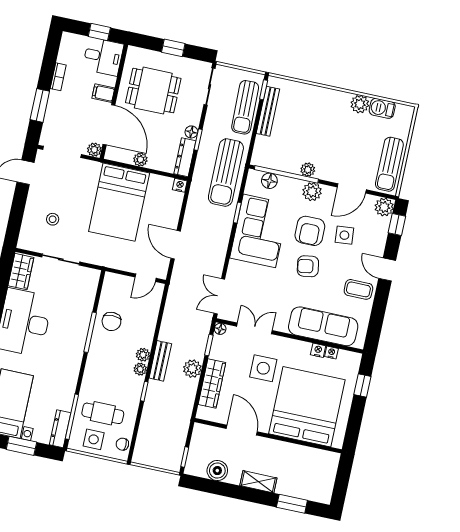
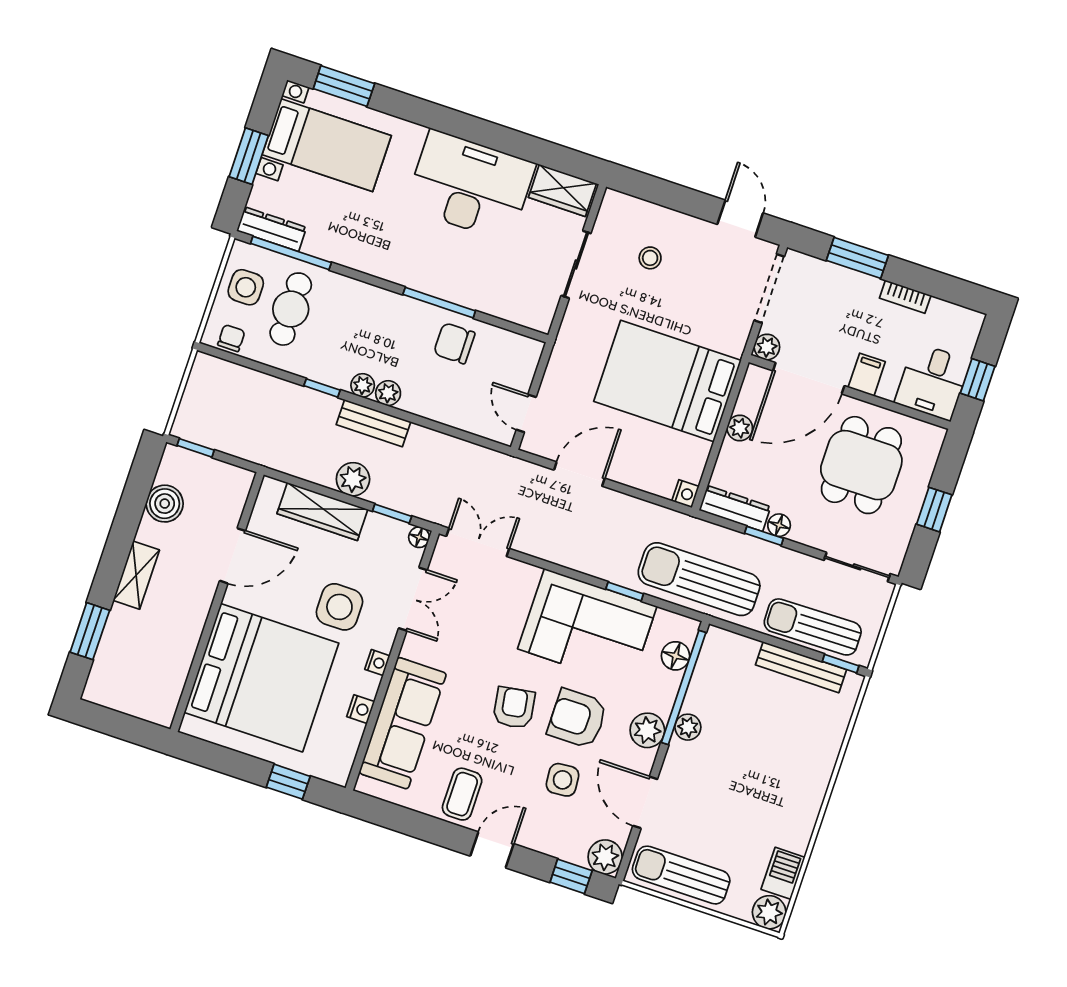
plant: (360, 104) -> (769, 912), moved
nightstand: (331, 353) -> (377, 663), moved

